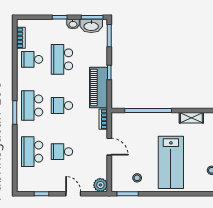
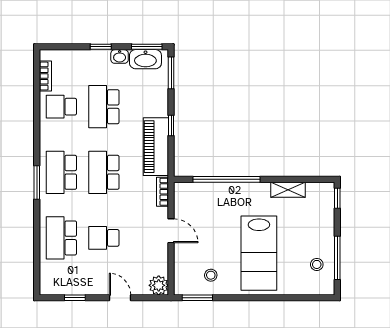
school desk: (62, 106) -> (104, 172), width x1.85

